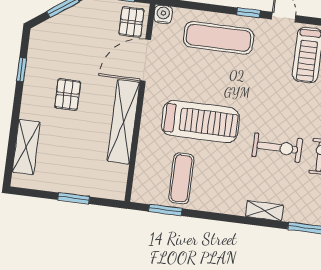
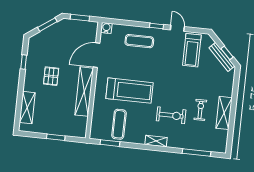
pallet: (131, 22) -> (88, 33), removed
exercise mat: (219, 38) -> (139, 41), width x0.73, depth x0.69
exercise bike: (277, 148) -> (171, 115), moved
shelving: (264, 211) -> (156, 141), moved

